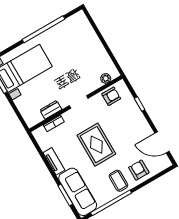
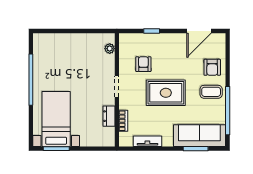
armchair: (111, 96) -> (143, 64), moved
tv unit: (54, 161) -> (147, 141), moved
armchair: (139, 170) -> (212, 67), turned -90

